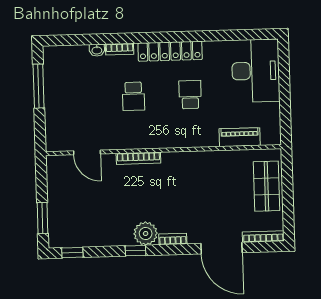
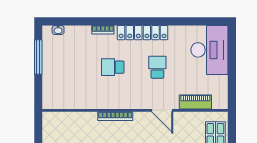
washbasin: (97, 50) -> (58, 30), moved
school desk: (133, 96) -> (113, 67), turned 90
door: (87, 152) -> (162, 110), moved

